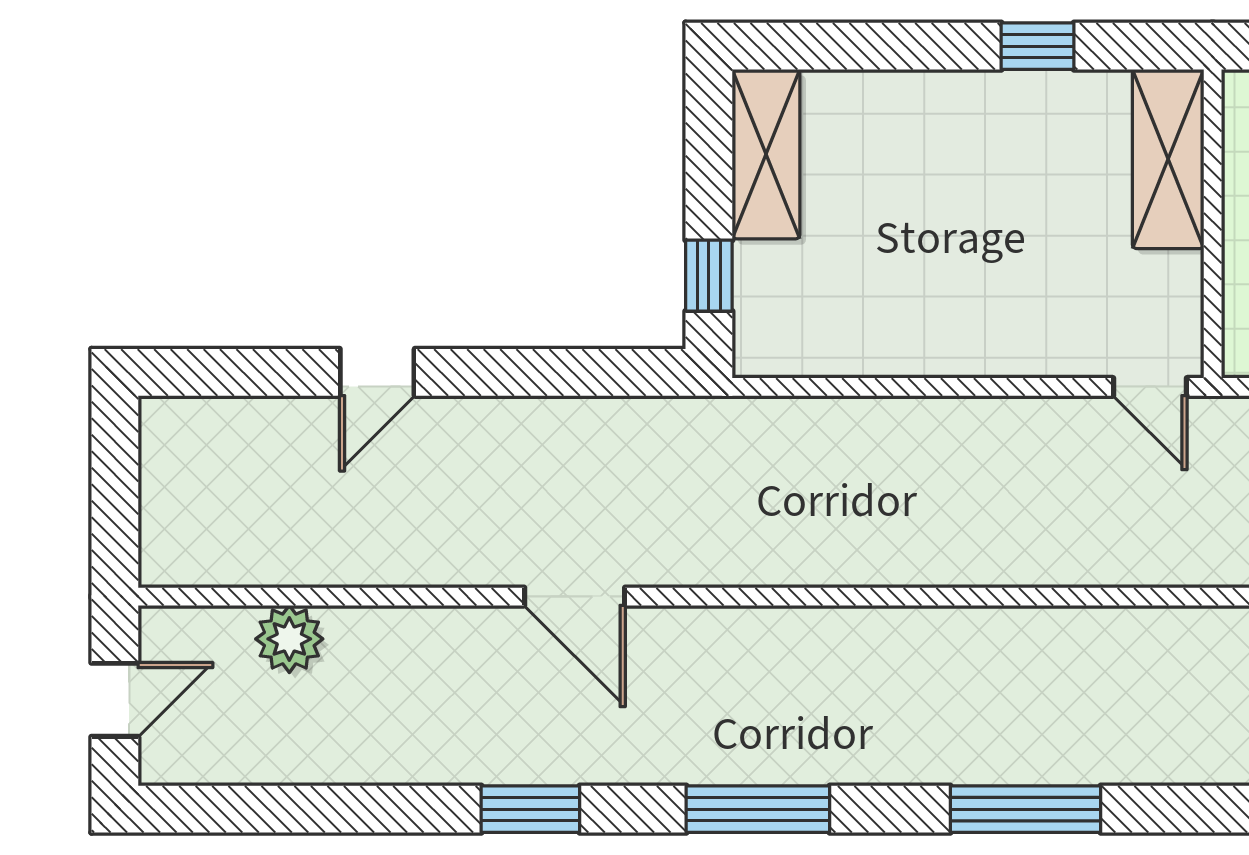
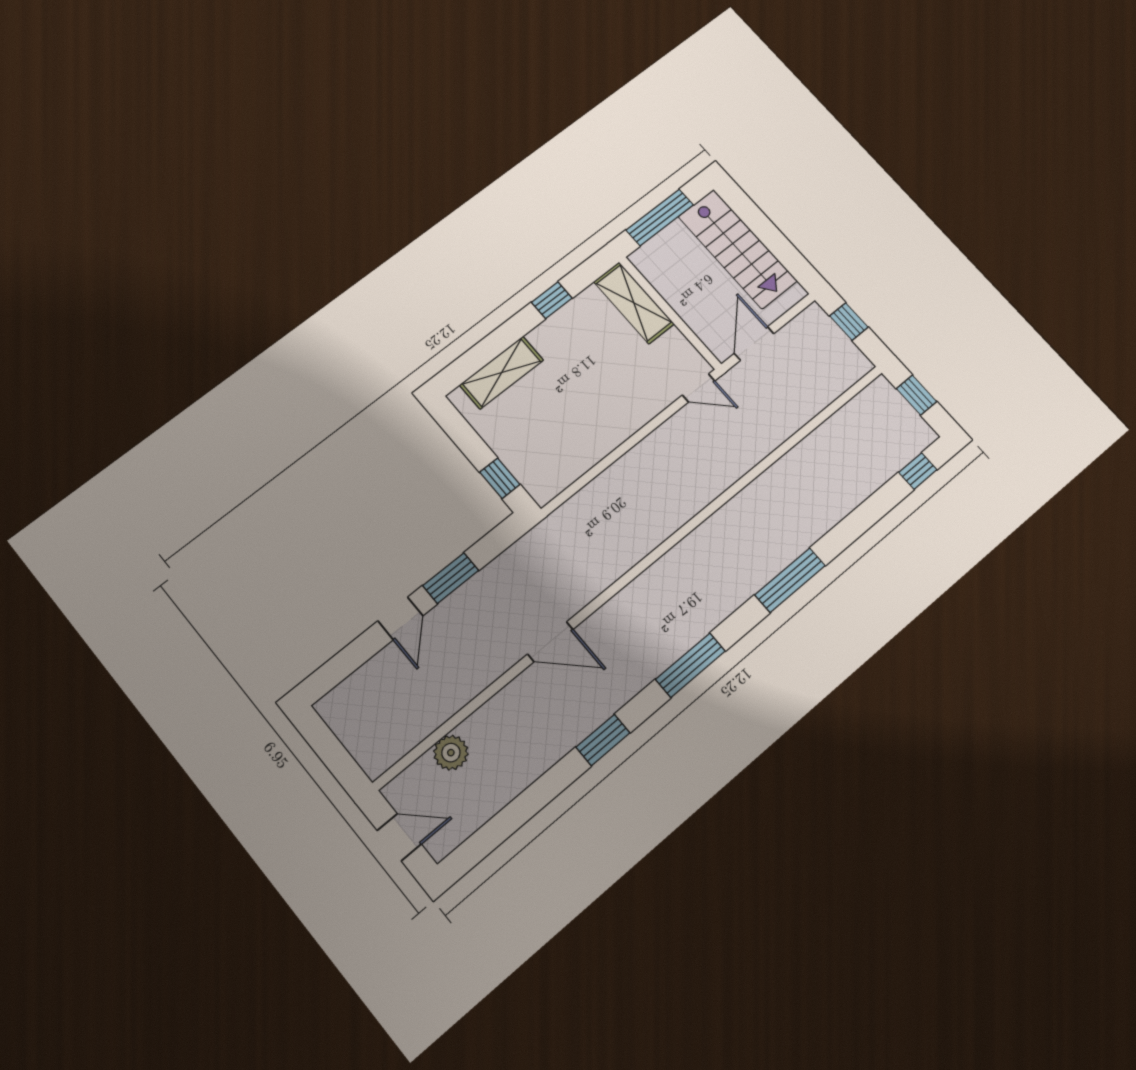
shelving: (766, 154) -> (502, 373), moved, turned 90
window: (504, 372) -> (451, 578), added
door: (115, 700) -> (399, 837), hinge flipped

